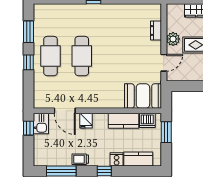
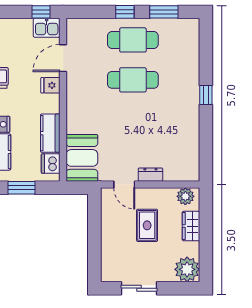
dresser: (156, 31) -> (150, 175), moved
plant: (173, 39) -> (185, 196), moved
window: (166, 132) -> (22, 188), moved

